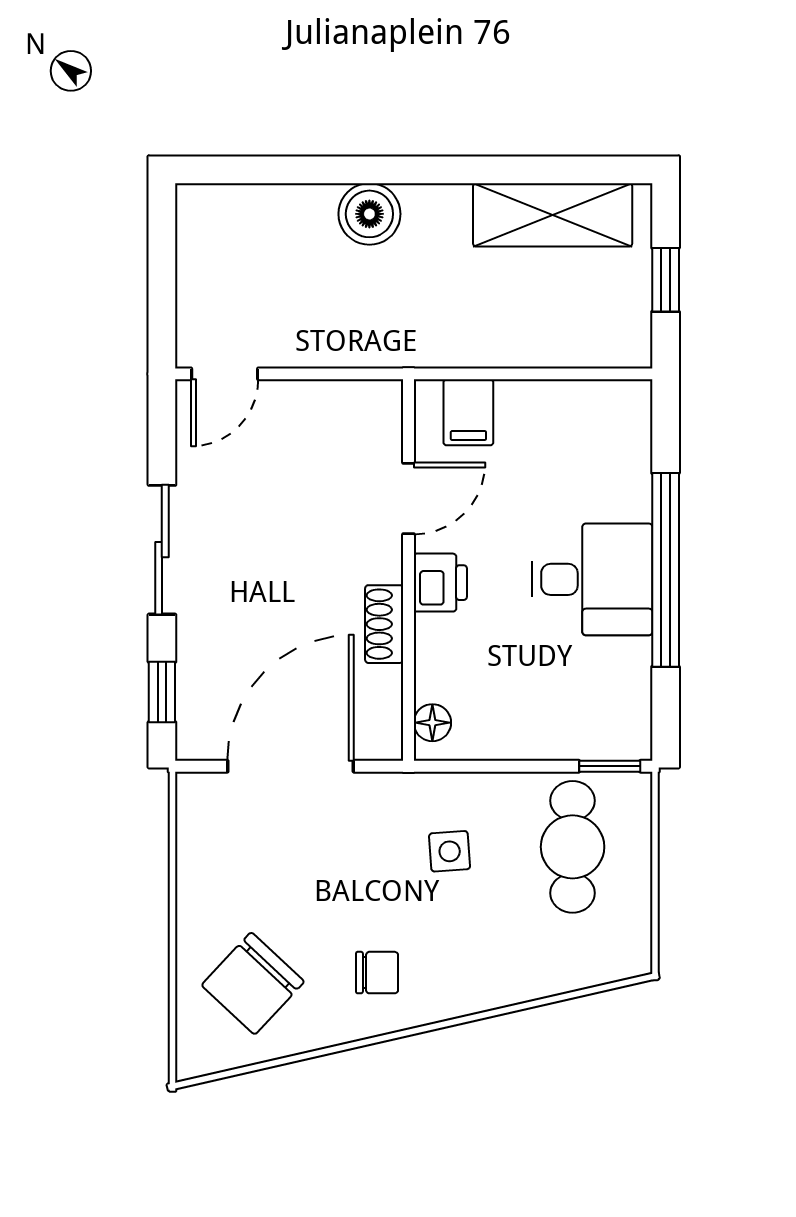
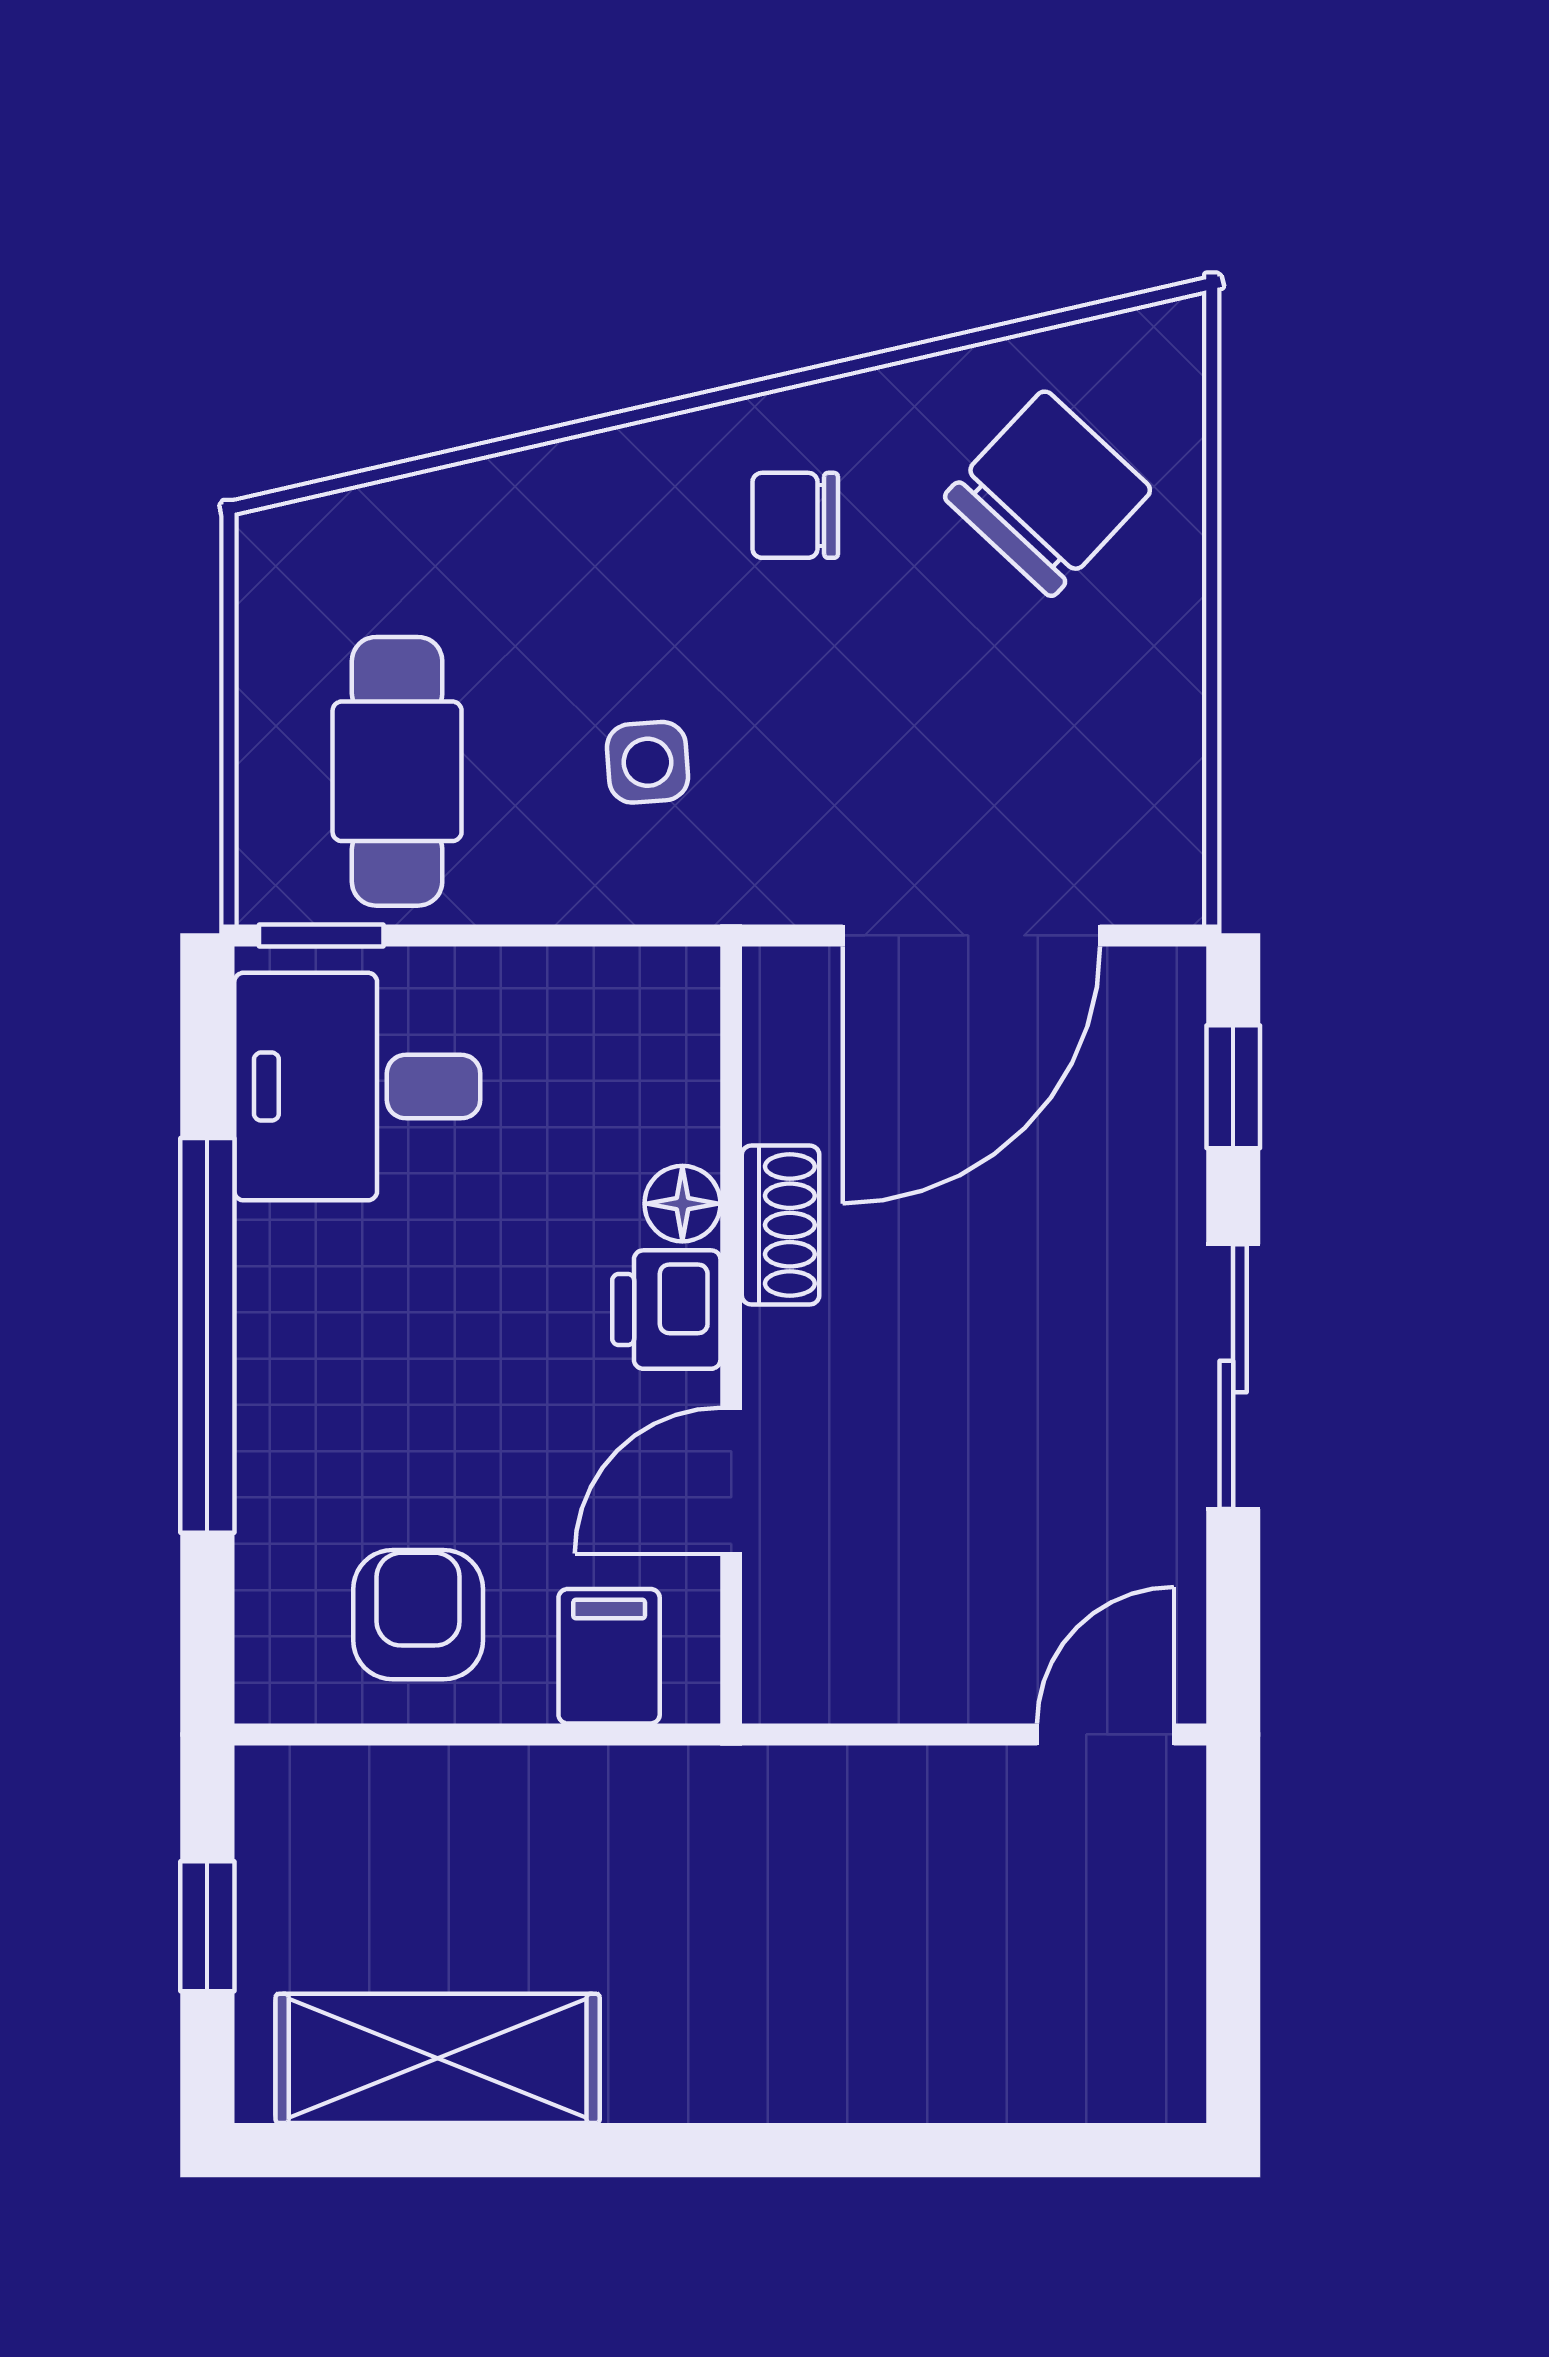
boiler: (369, 214) -> (811, 2060), removed
armchair: (562, 433) -> (418, 1615), added
desk: (592, 579) -> (357, 1087), moved
floor lamp: (432, 723) -> (682, 1204), moved

